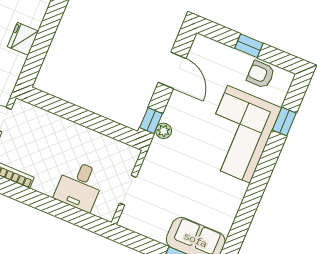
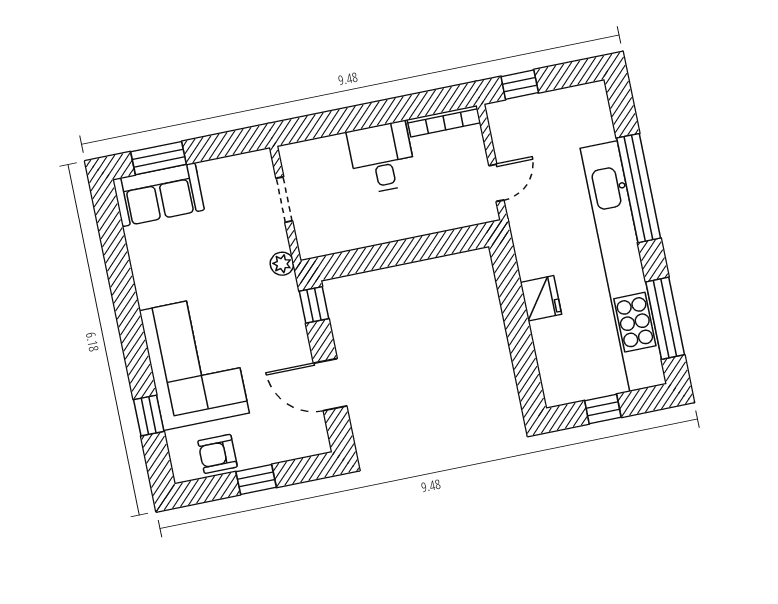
armchair: (261, 74) -> (218, 454), turned 180
plant: (164, 131) -> (282, 264), moved
desk: (79, 186) -> (382, 158), moved

